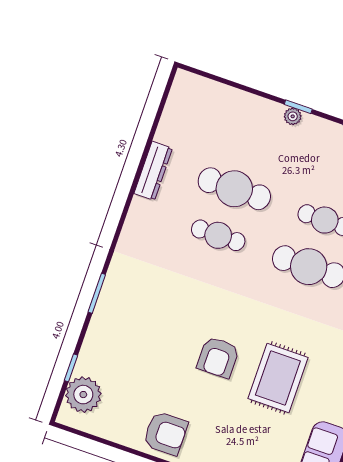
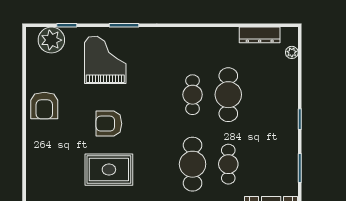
plant: (293, 116) -> (292, 52), moved
dresser: (153, 171) -> (260, 35), moved
grand piano: (133, 333) -> (105, 60), added

